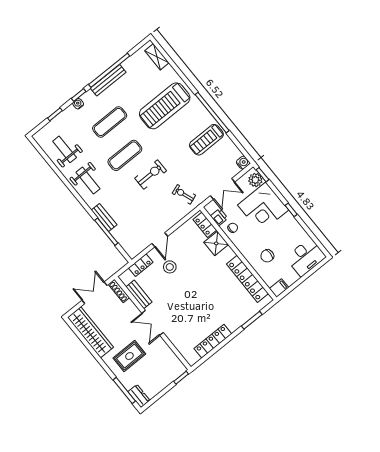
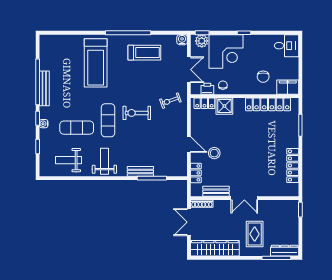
shelving: (157, 57) -> (56, 40), removed
exercise mat: (110, 122) -> (77, 128), moved, turned 90
treadmill: (206, 140) -> (144, 53), turned -90
exercise bike: (151, 174) -> (137, 113), turned -90
weight bench: (88, 180) -> (104, 161), turned -90
desk: (306, 257) -> (287, 46), width x0.73
filing cabinet: (279, 288) -> (288, 87), width x2.00
dresser: (139, 396) -> (285, 251), width x1.44

